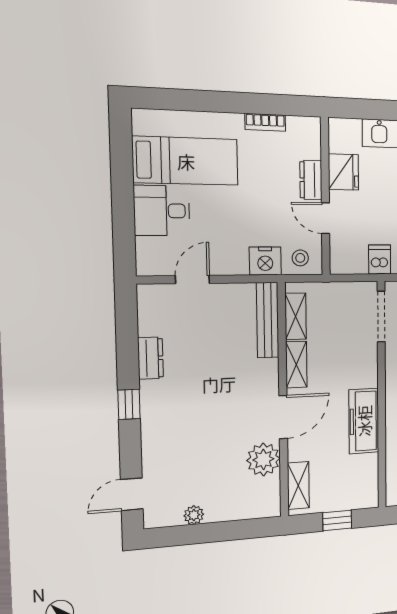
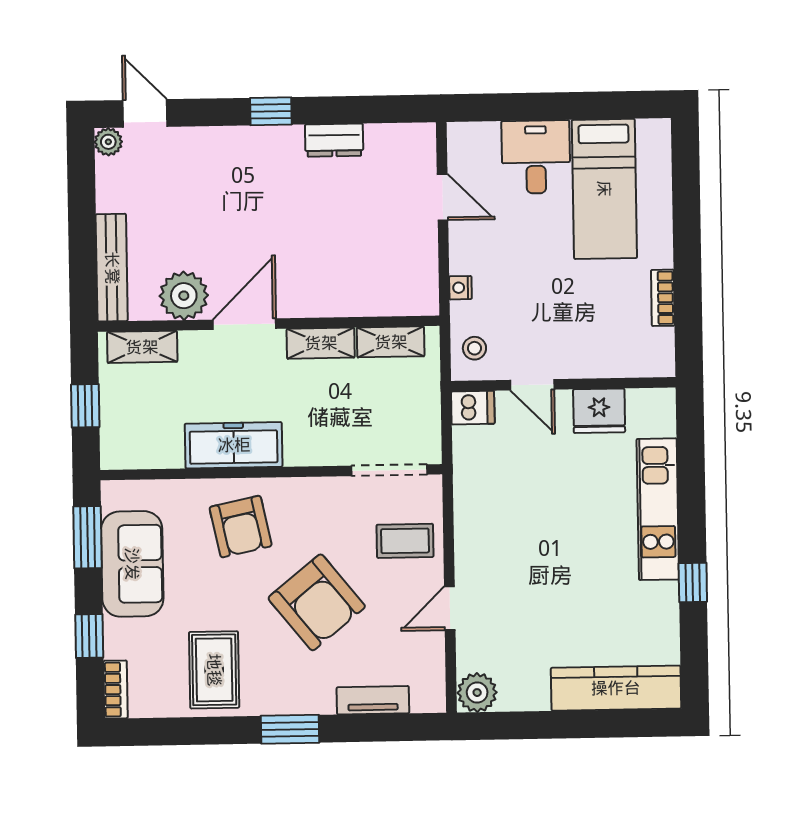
dresser: (311, 180) -> (586, 363), removed
door: (325, 218) -> (532, 385), swing flipped
dishwasher: (380, 260) -> (473, 408), moved
nightstand: (265, 261) -> (460, 288), width x0.53, depth x0.56
bench: (268, 320) -> (112, 268), moved, turned 90
door: (283, 417) -> (244, 324), swing flipped
plant: (194, 515) -> (108, 142), moved

